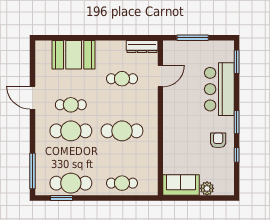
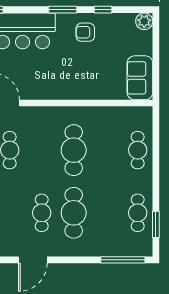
cafe table: (71, 183) -> (138, 213), width x0.73, depth x0.74
plant: (207, 188) -> (144, 21), moved

